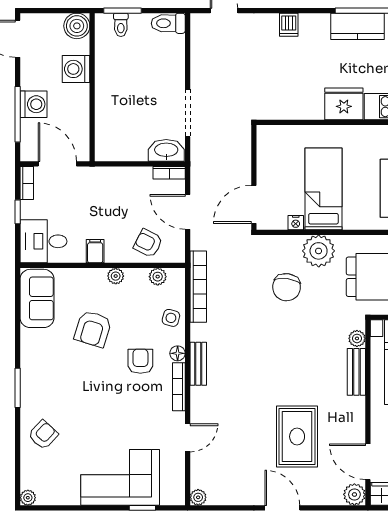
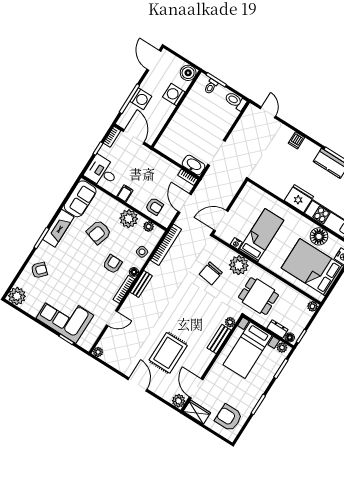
armchair: (148, 243) -> (154, 206), turned 153
plant: (116, 276) -> (129, 219), width x1.87, depth x1.87
fireplace: (32, 359) -> (58, 228), added
plant: (28, 498) -> (17, 296), width x1.87, depth x1.87

